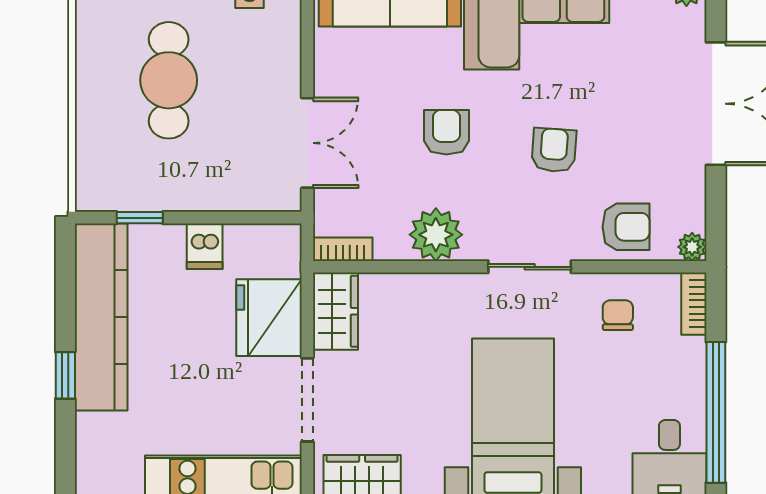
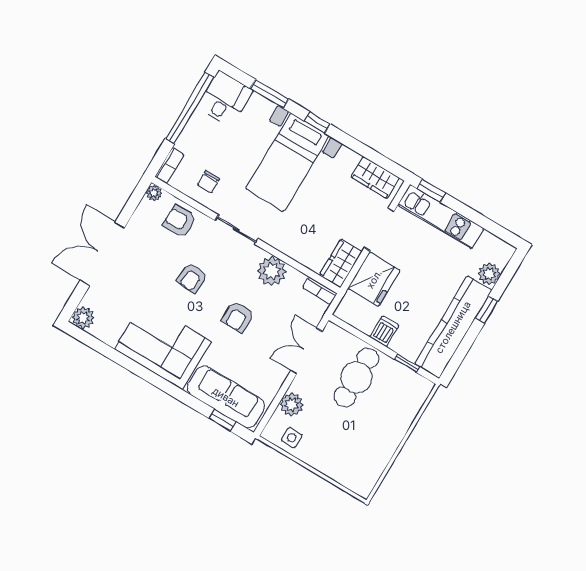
plant: (281, 45) -> (292, 405), added
cafe table: (169, 80) -> (356, 378), moved
plant: (95, 434) -> (489, 274), added

